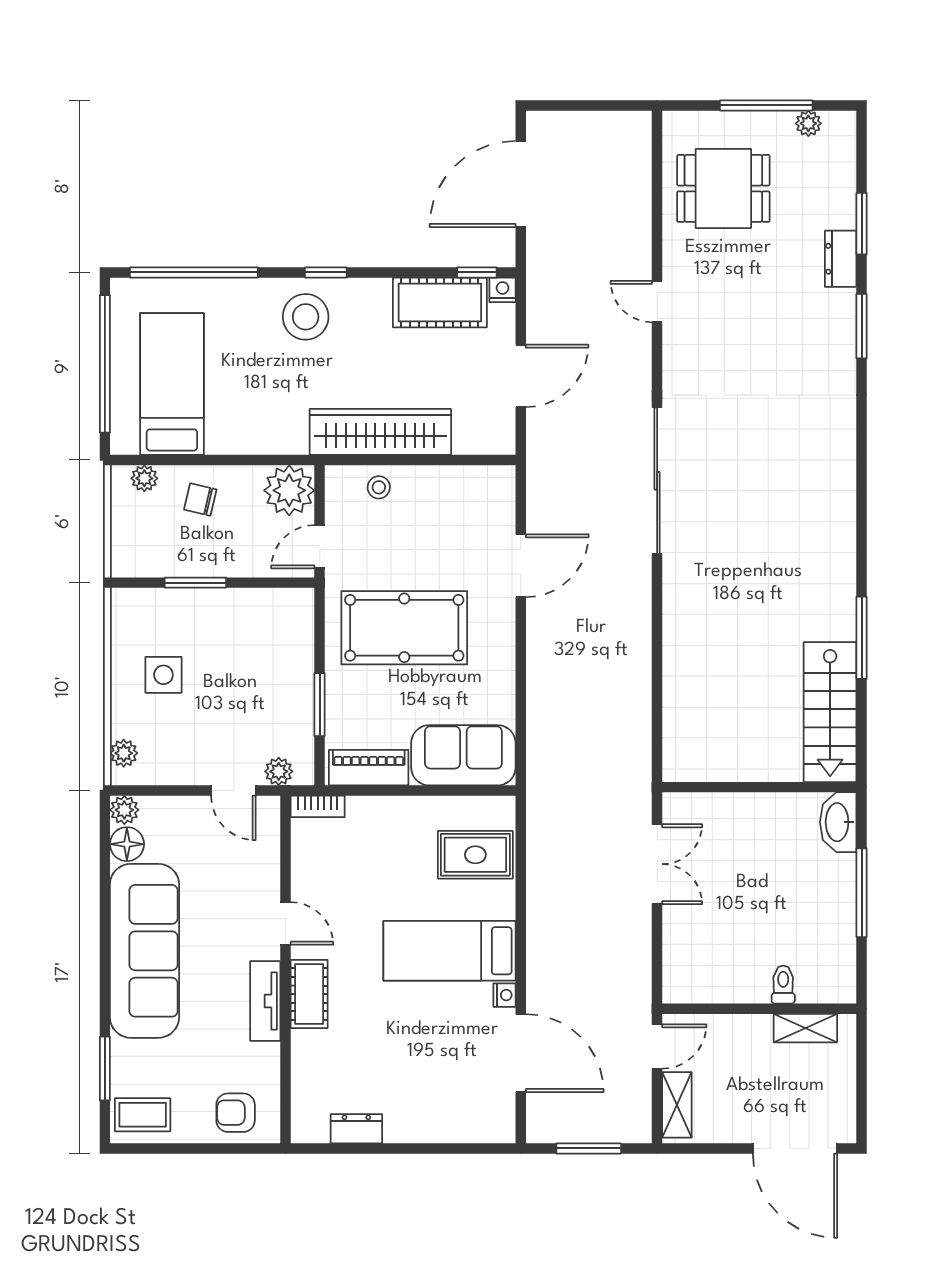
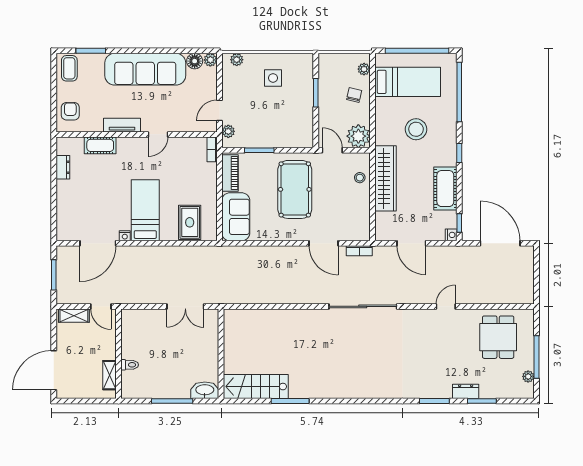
cot: (440, 303) -> (445, 189), moved
stool: (306, 317) -> (416, 129), moved
bookcase: (537, 488) -> (359, 251), added
cot: (309, 994) -> (100, 145), moved

